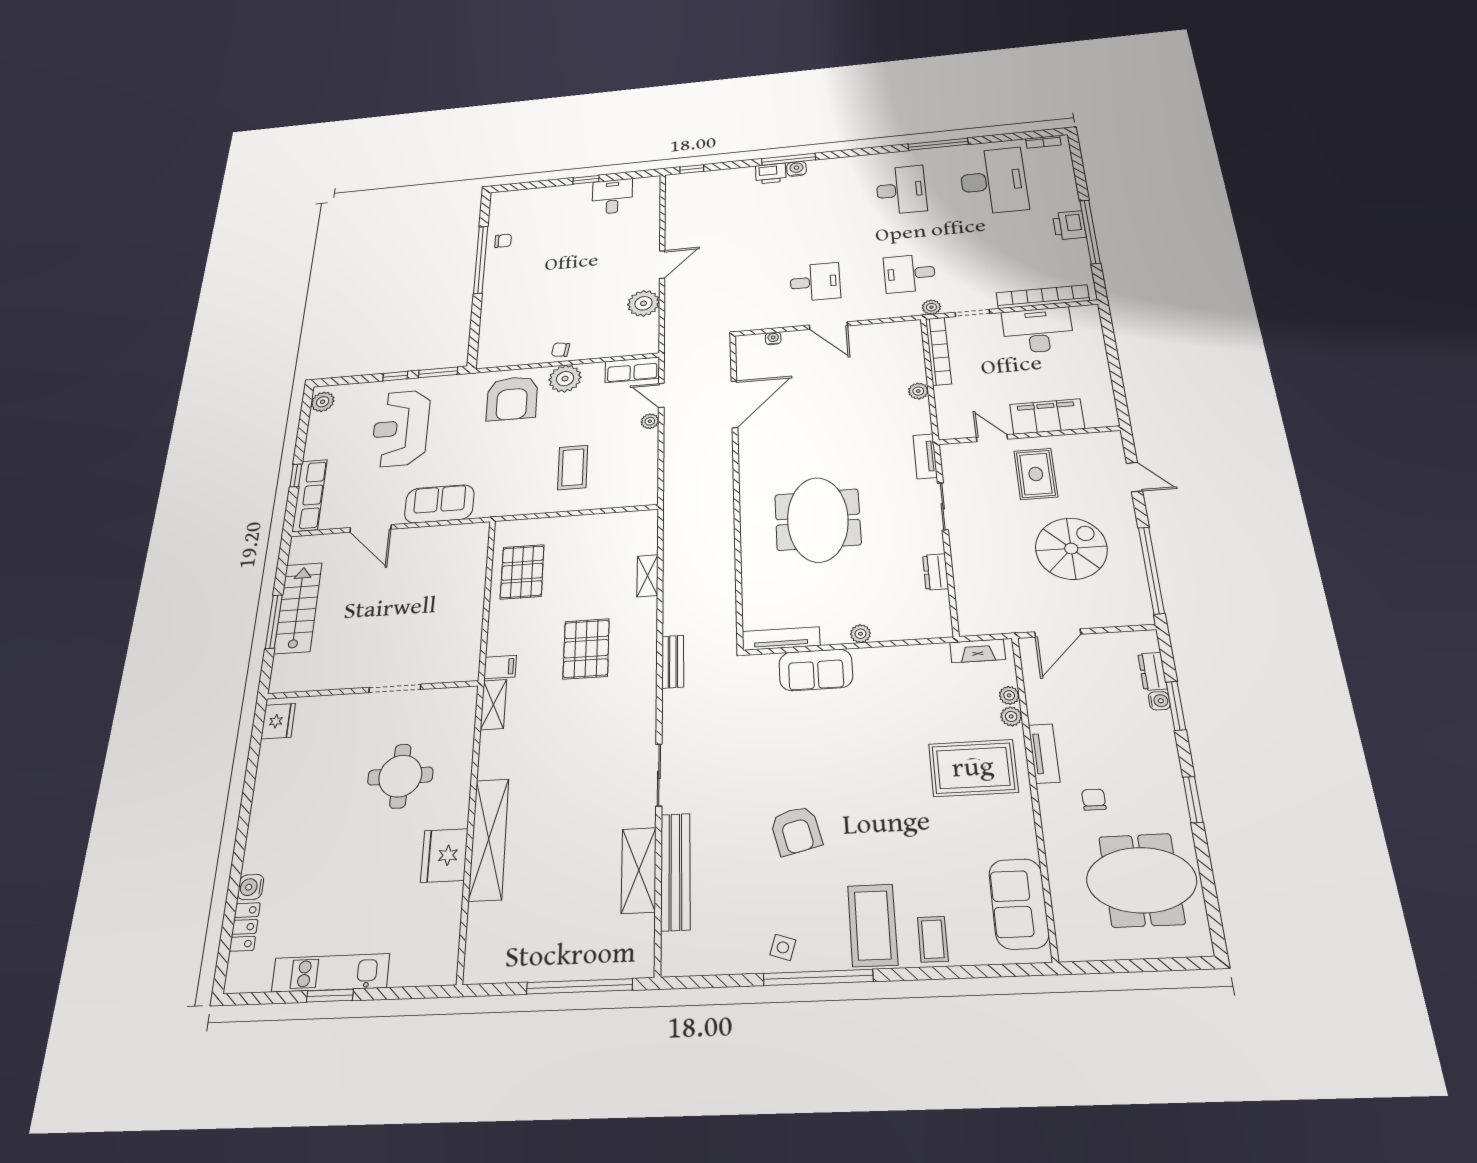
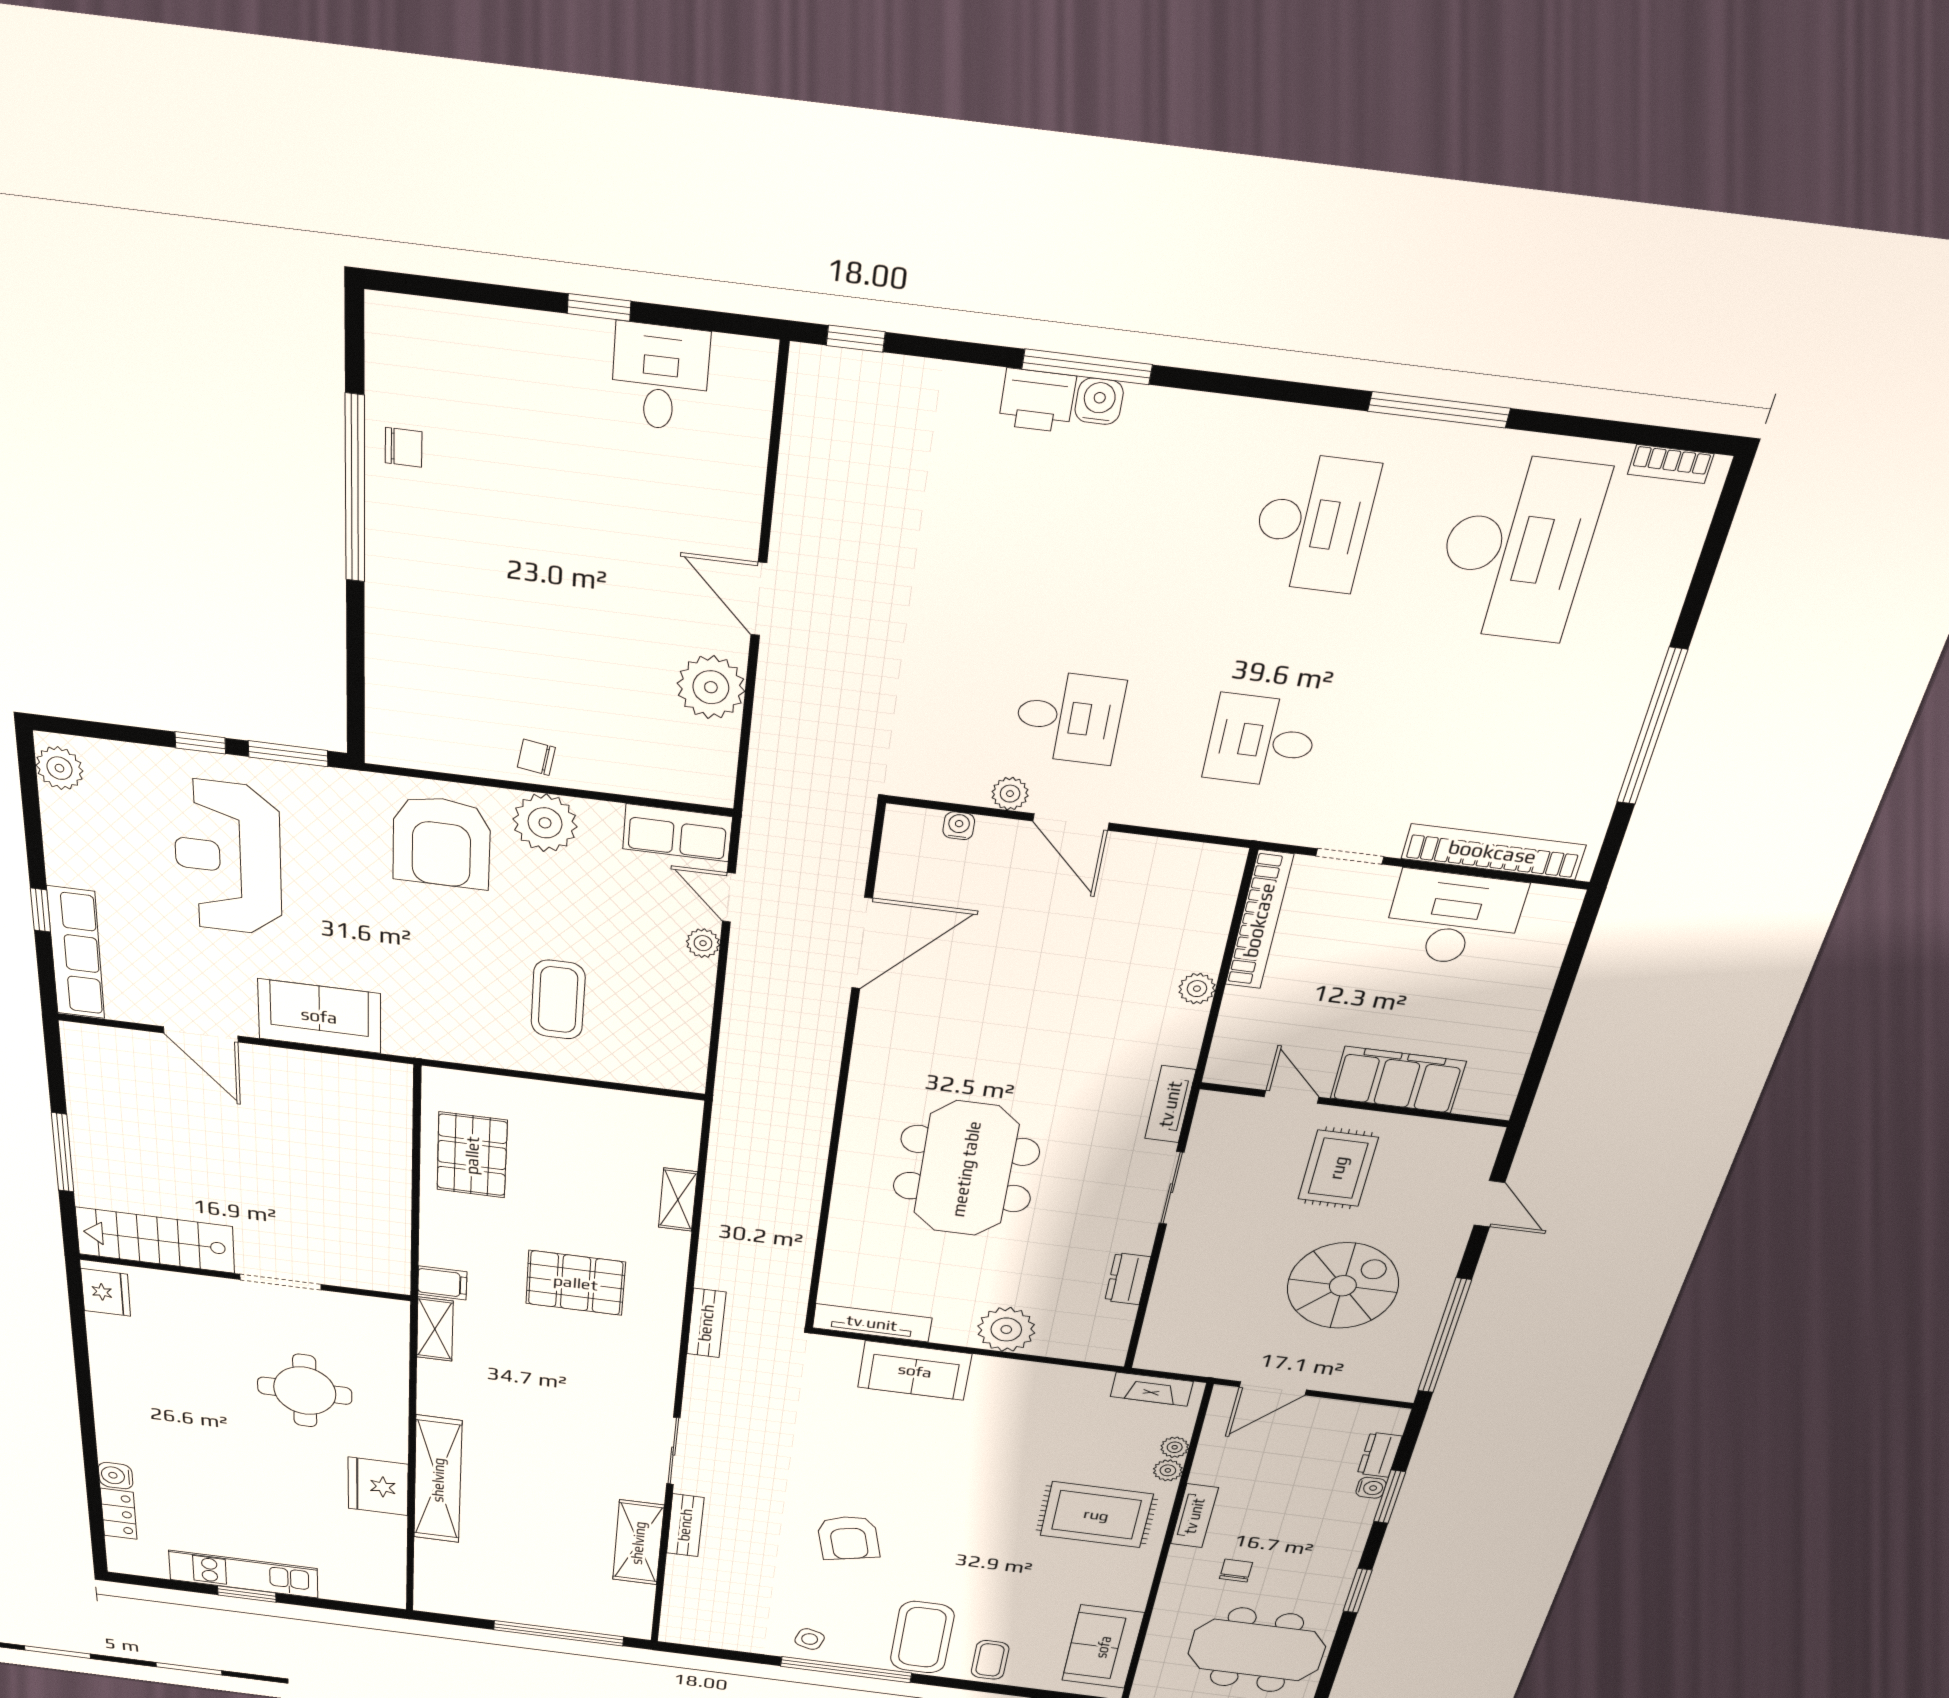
printer: (1069, 225) -> (1619, 702), removed
door: (662, 265) -> (759, 599), swing flipped
plant: (931, 307) -> (1010, 794), moved
stairs: (298, 608) -> (155, 1240), moved, turned -90
plant: (860, 634) -> (1006, 1329), width x1.87, depth x1.87
pallet: (586, 649) -> (576, 1283), turned 90
bench: (675, 871) -> (685, 1525), width x0.54, depth x0.82

